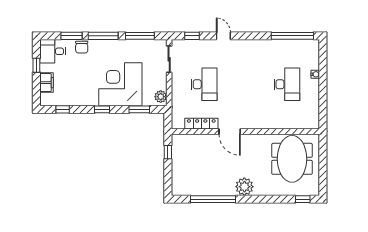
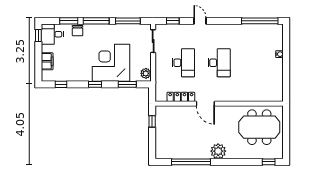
window: (36, 65) -> (38, 36), moved
desk: (287, 84) -> (219, 63), moved
meeting table: (292, 159) -> (259, 127), turned 90

